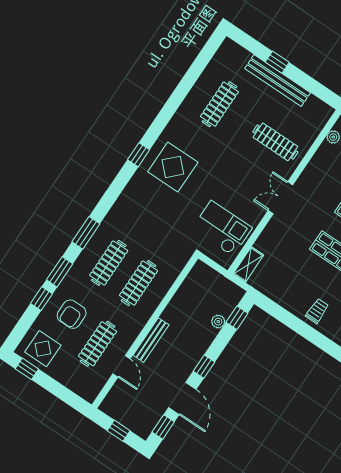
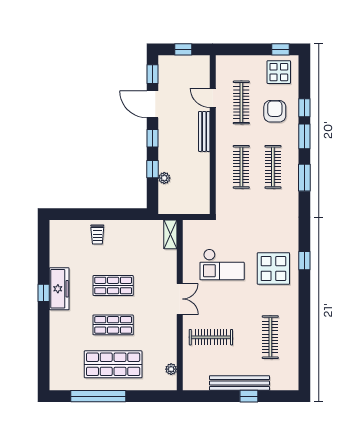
checkout: (222, 228) -> (222, 265), moved
window: (237, 318) -> (153, 169), moved

